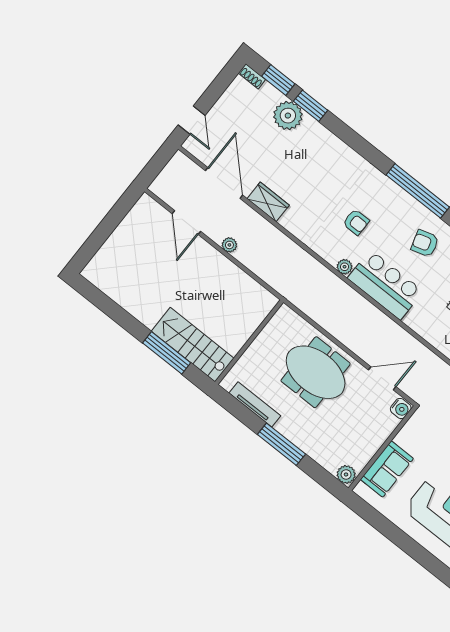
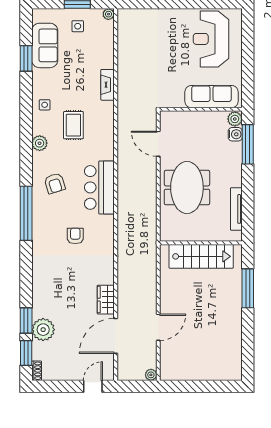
door: (186, 223) -> (158, 327), moved
plant: (229, 245) -> (151, 375), moved
plant: (345, 267) -> (108, 221), removed
stairs: (193, 345) -> (201, 256), moved, turned -90
water cooler: (401, 408) -> (235, 134), moved, turned 90
window: (281, 444) -> (248, 144), moved
sofa: (387, 469) -> (212, 97), width x1.36

